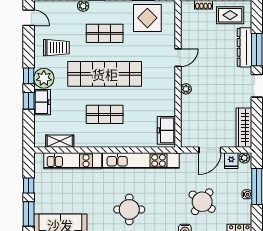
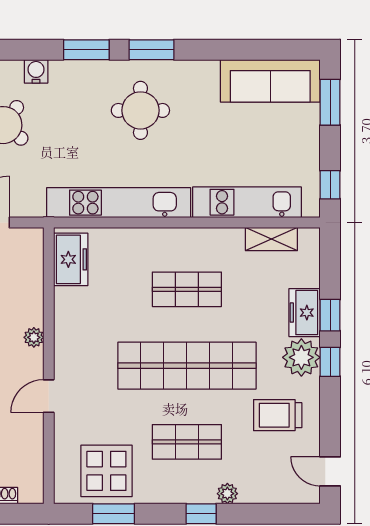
window: (29, 186) -> (330, 185), moved

